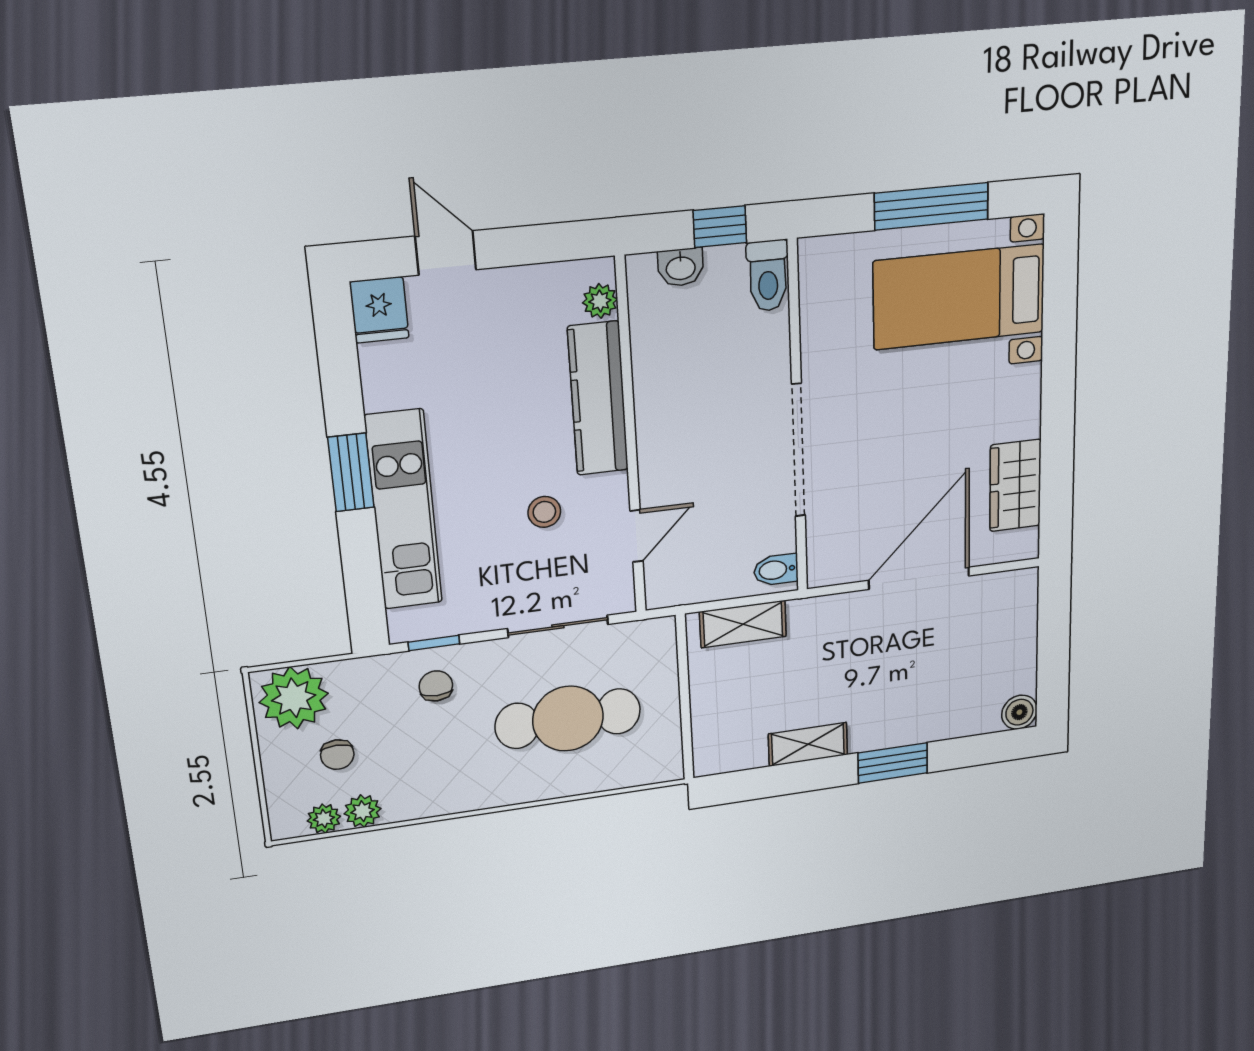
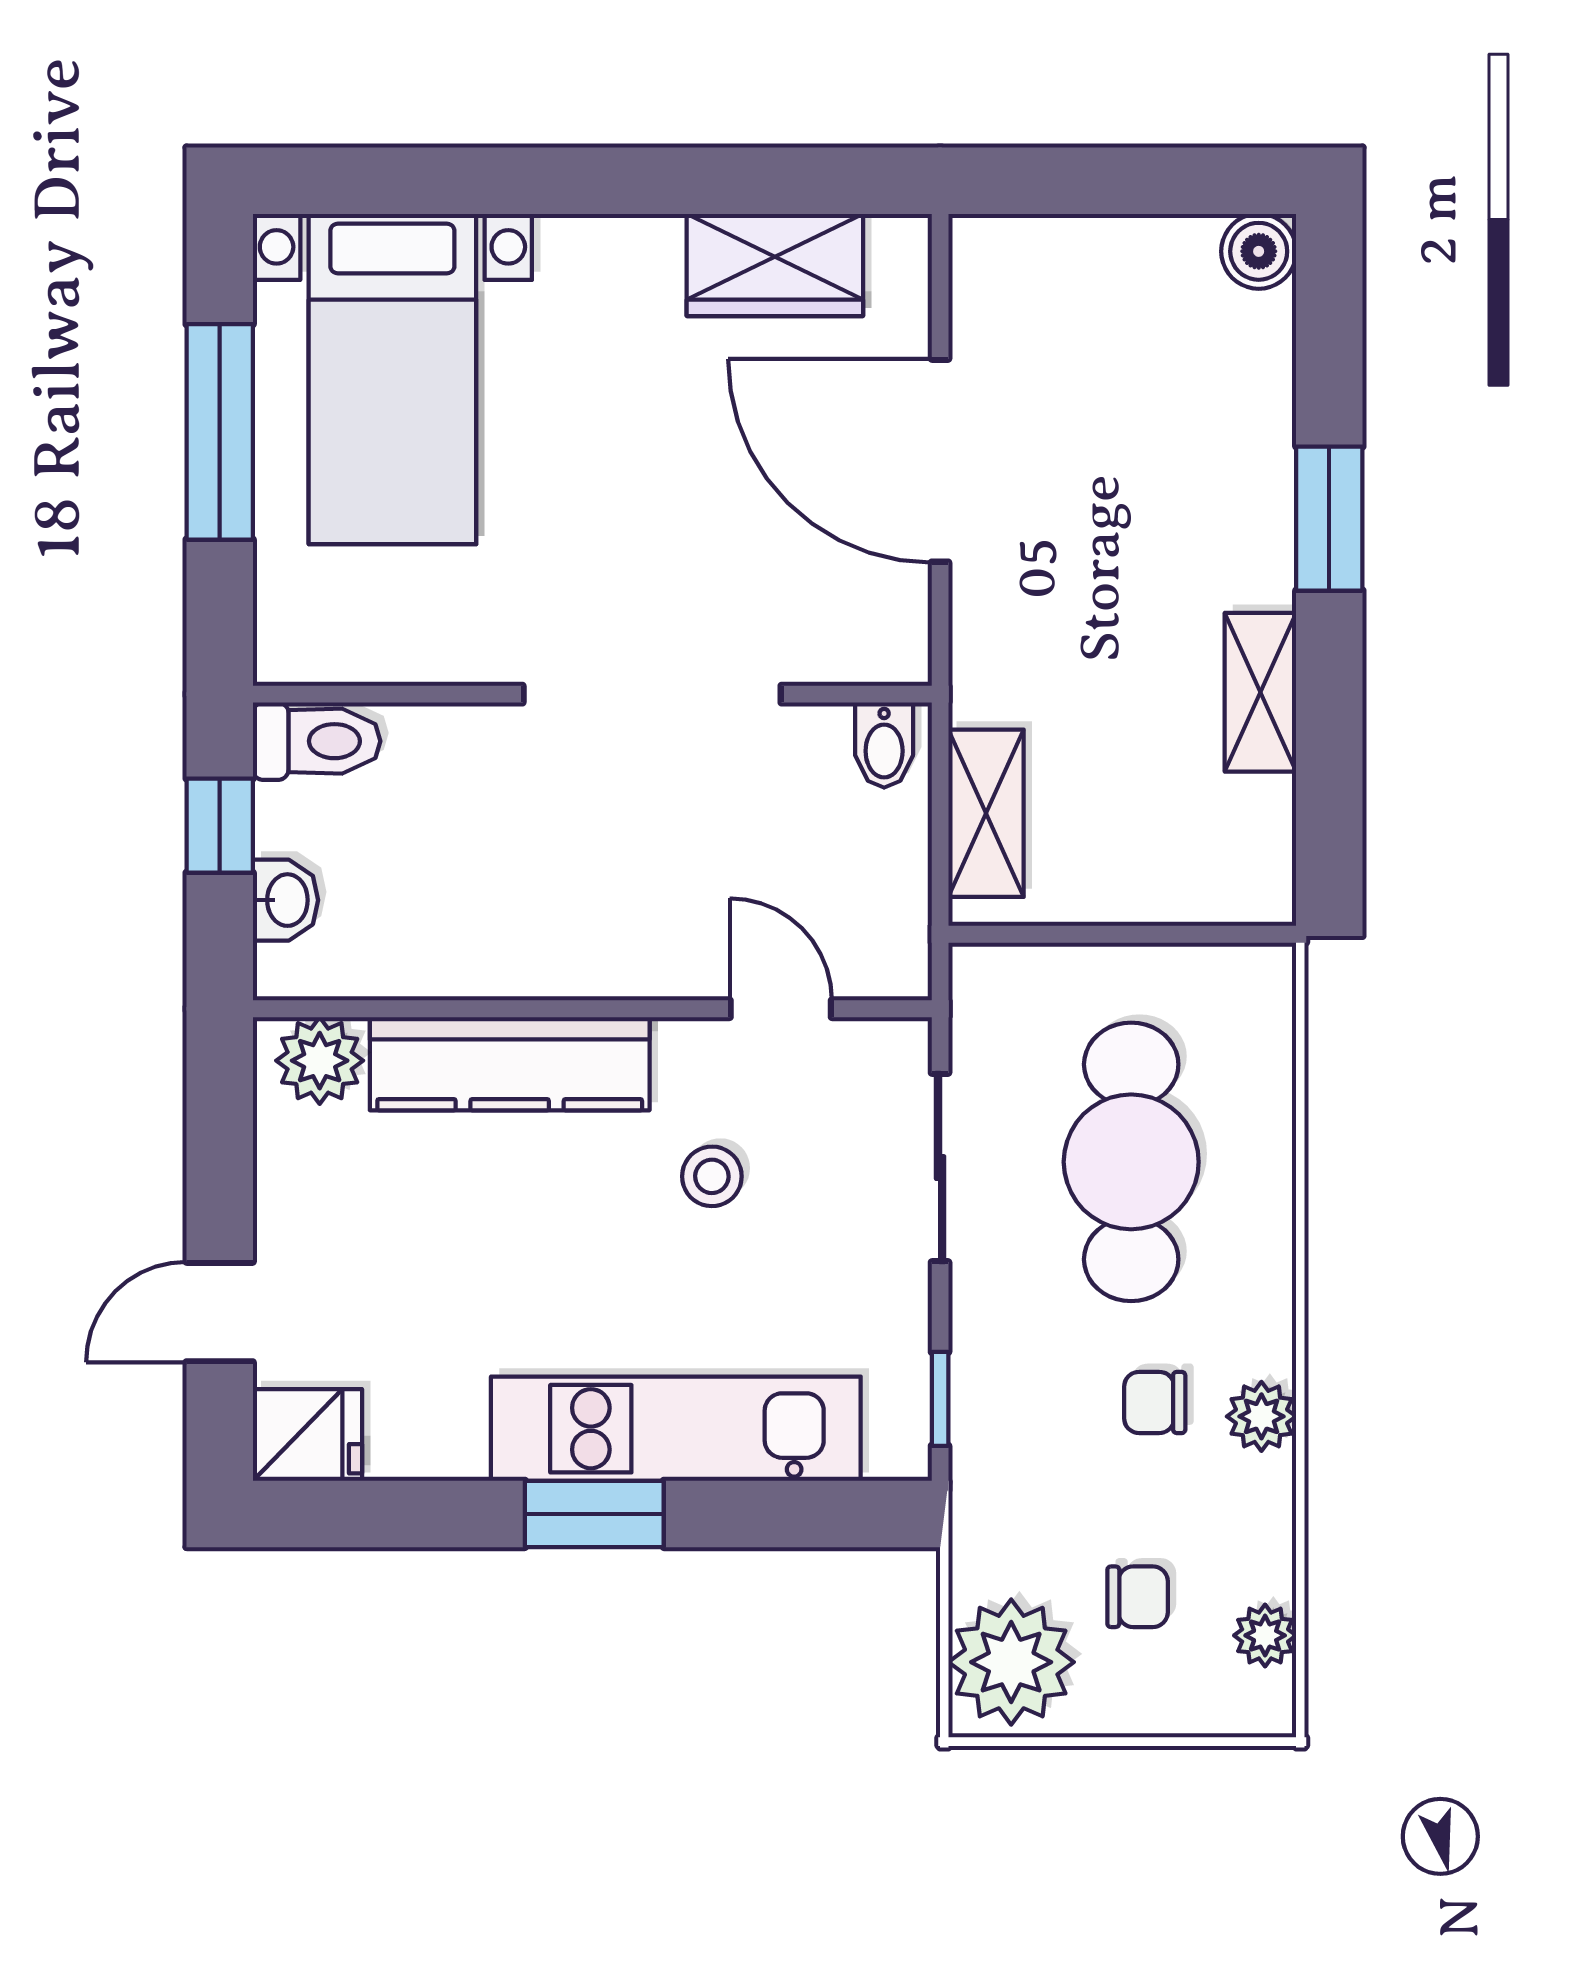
plant: (600, 301) -> (320, 1061), width x1.38, depth x1.38
chair: (436, 686) -> (1155, 1402), moved
plant: (363, 811) -> (1261, 1416), moved

